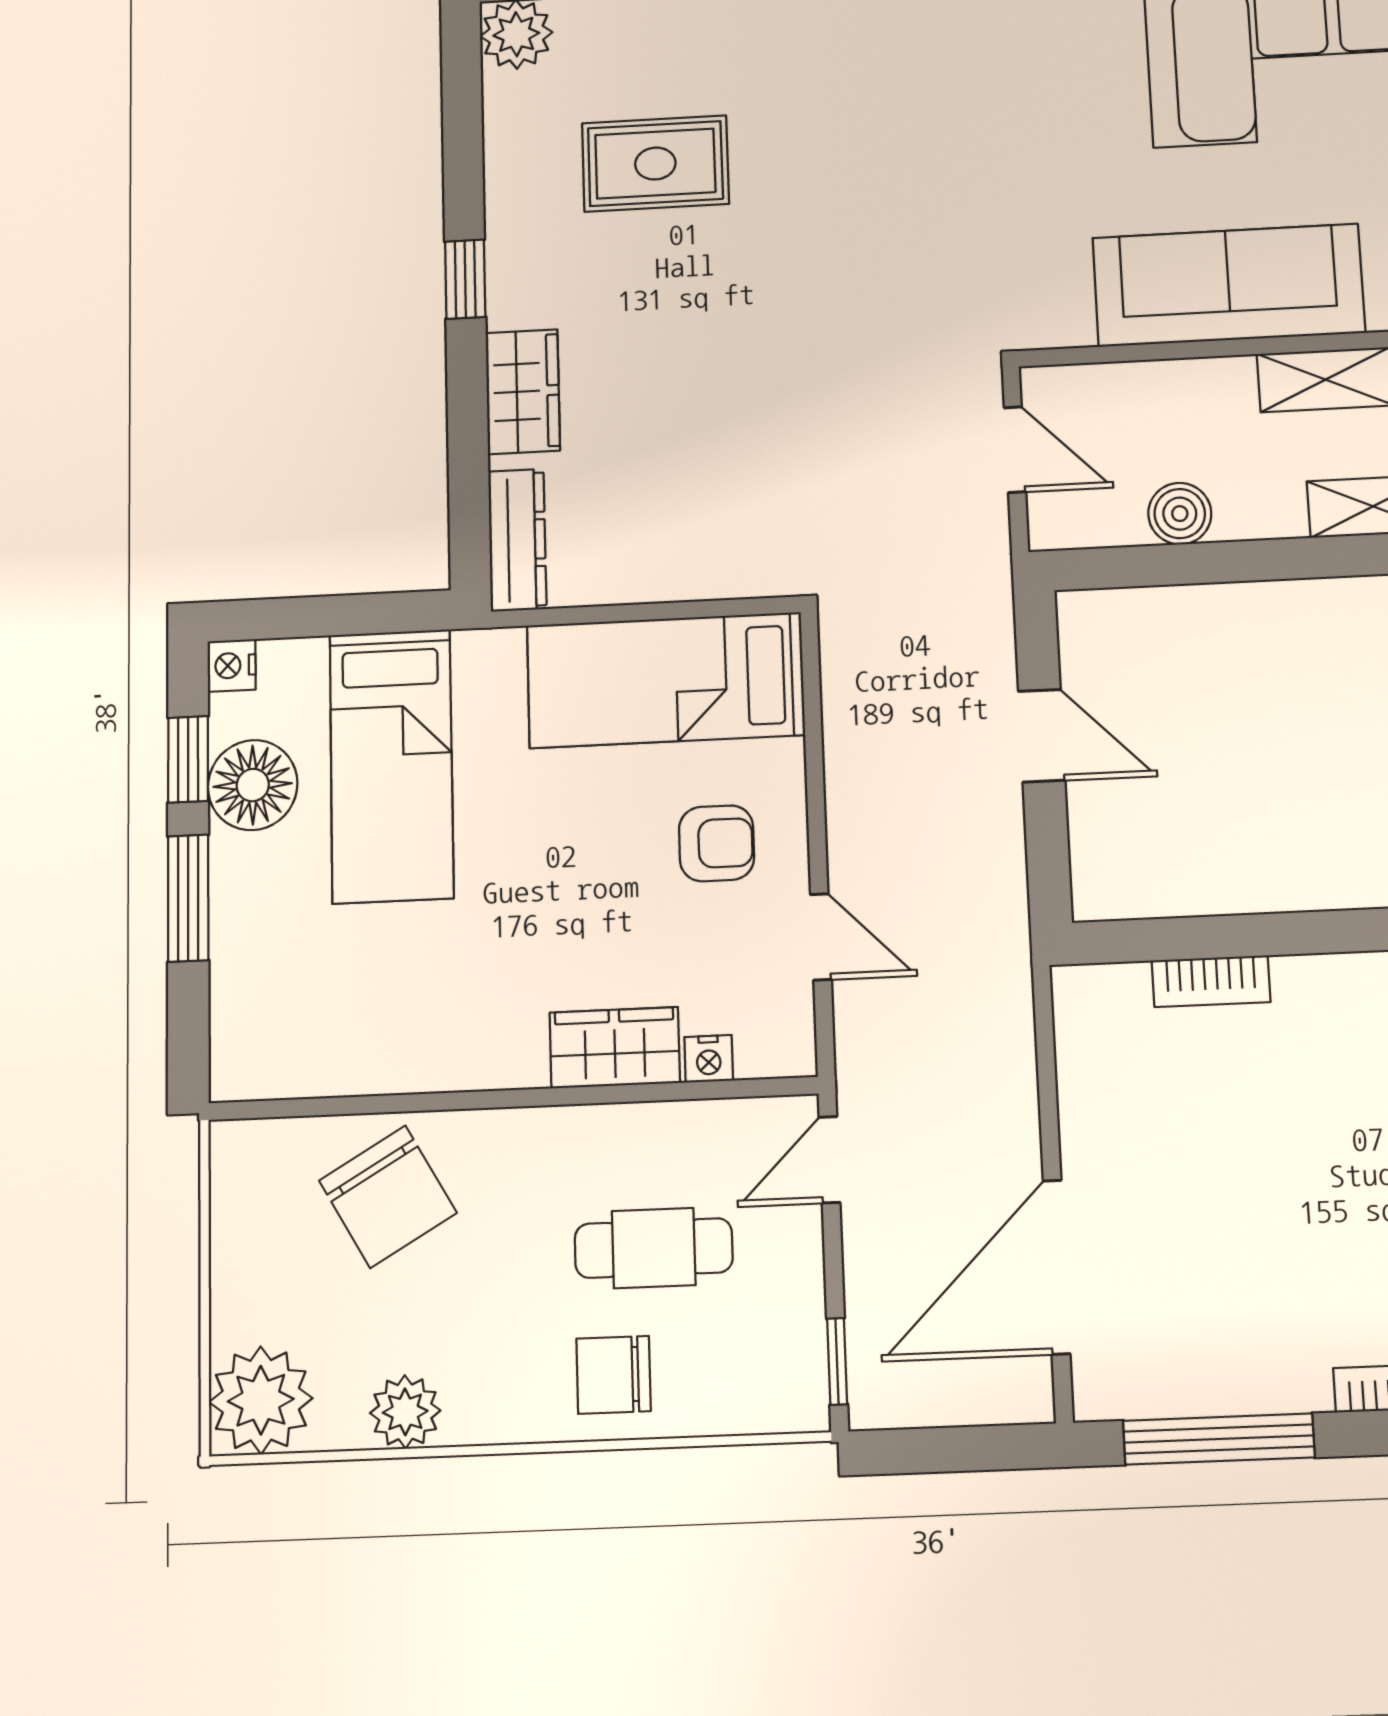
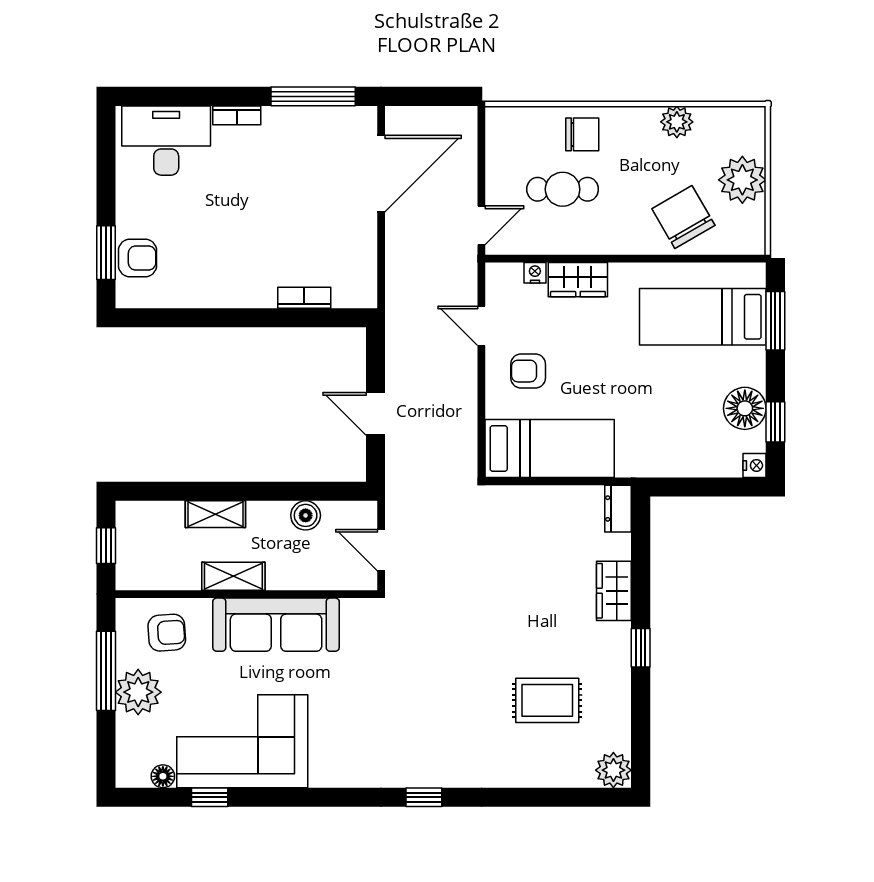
dresser: (517, 540) -> (618, 509), width x0.70
bed: (391, 766) -> (703, 317), moved, turned -90
window: (188, 898) -> (775, 321), moved
window: (837, 1361) -> (481, 136), removed
plant: (261, 1400) -> (742, 180), moved

